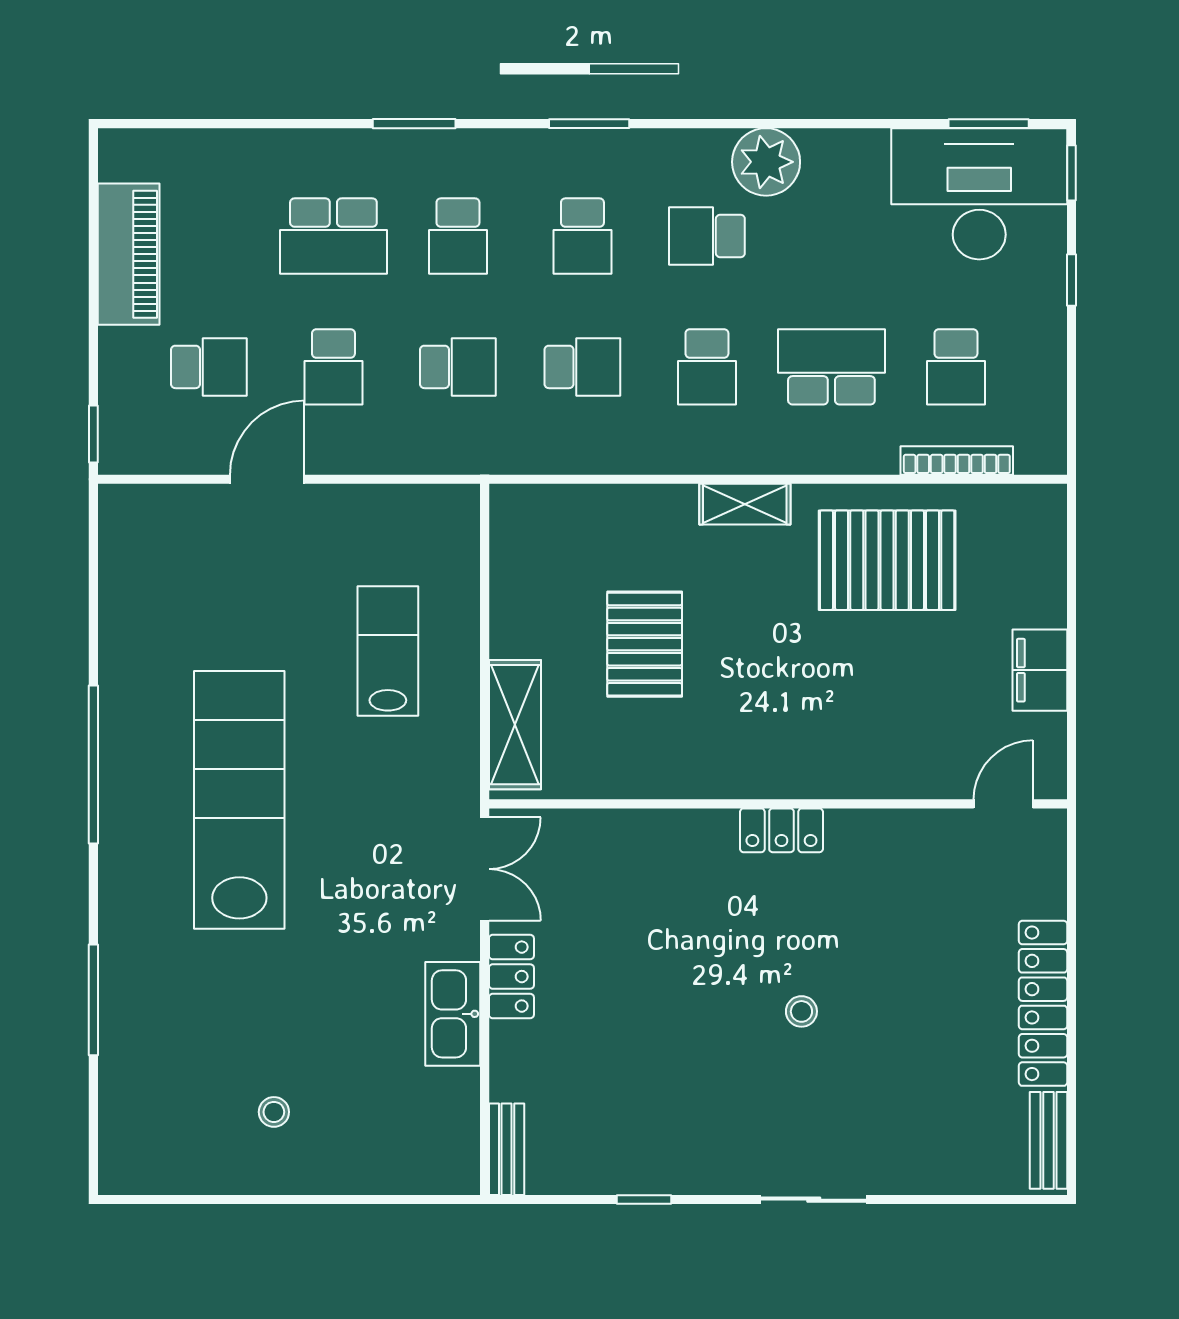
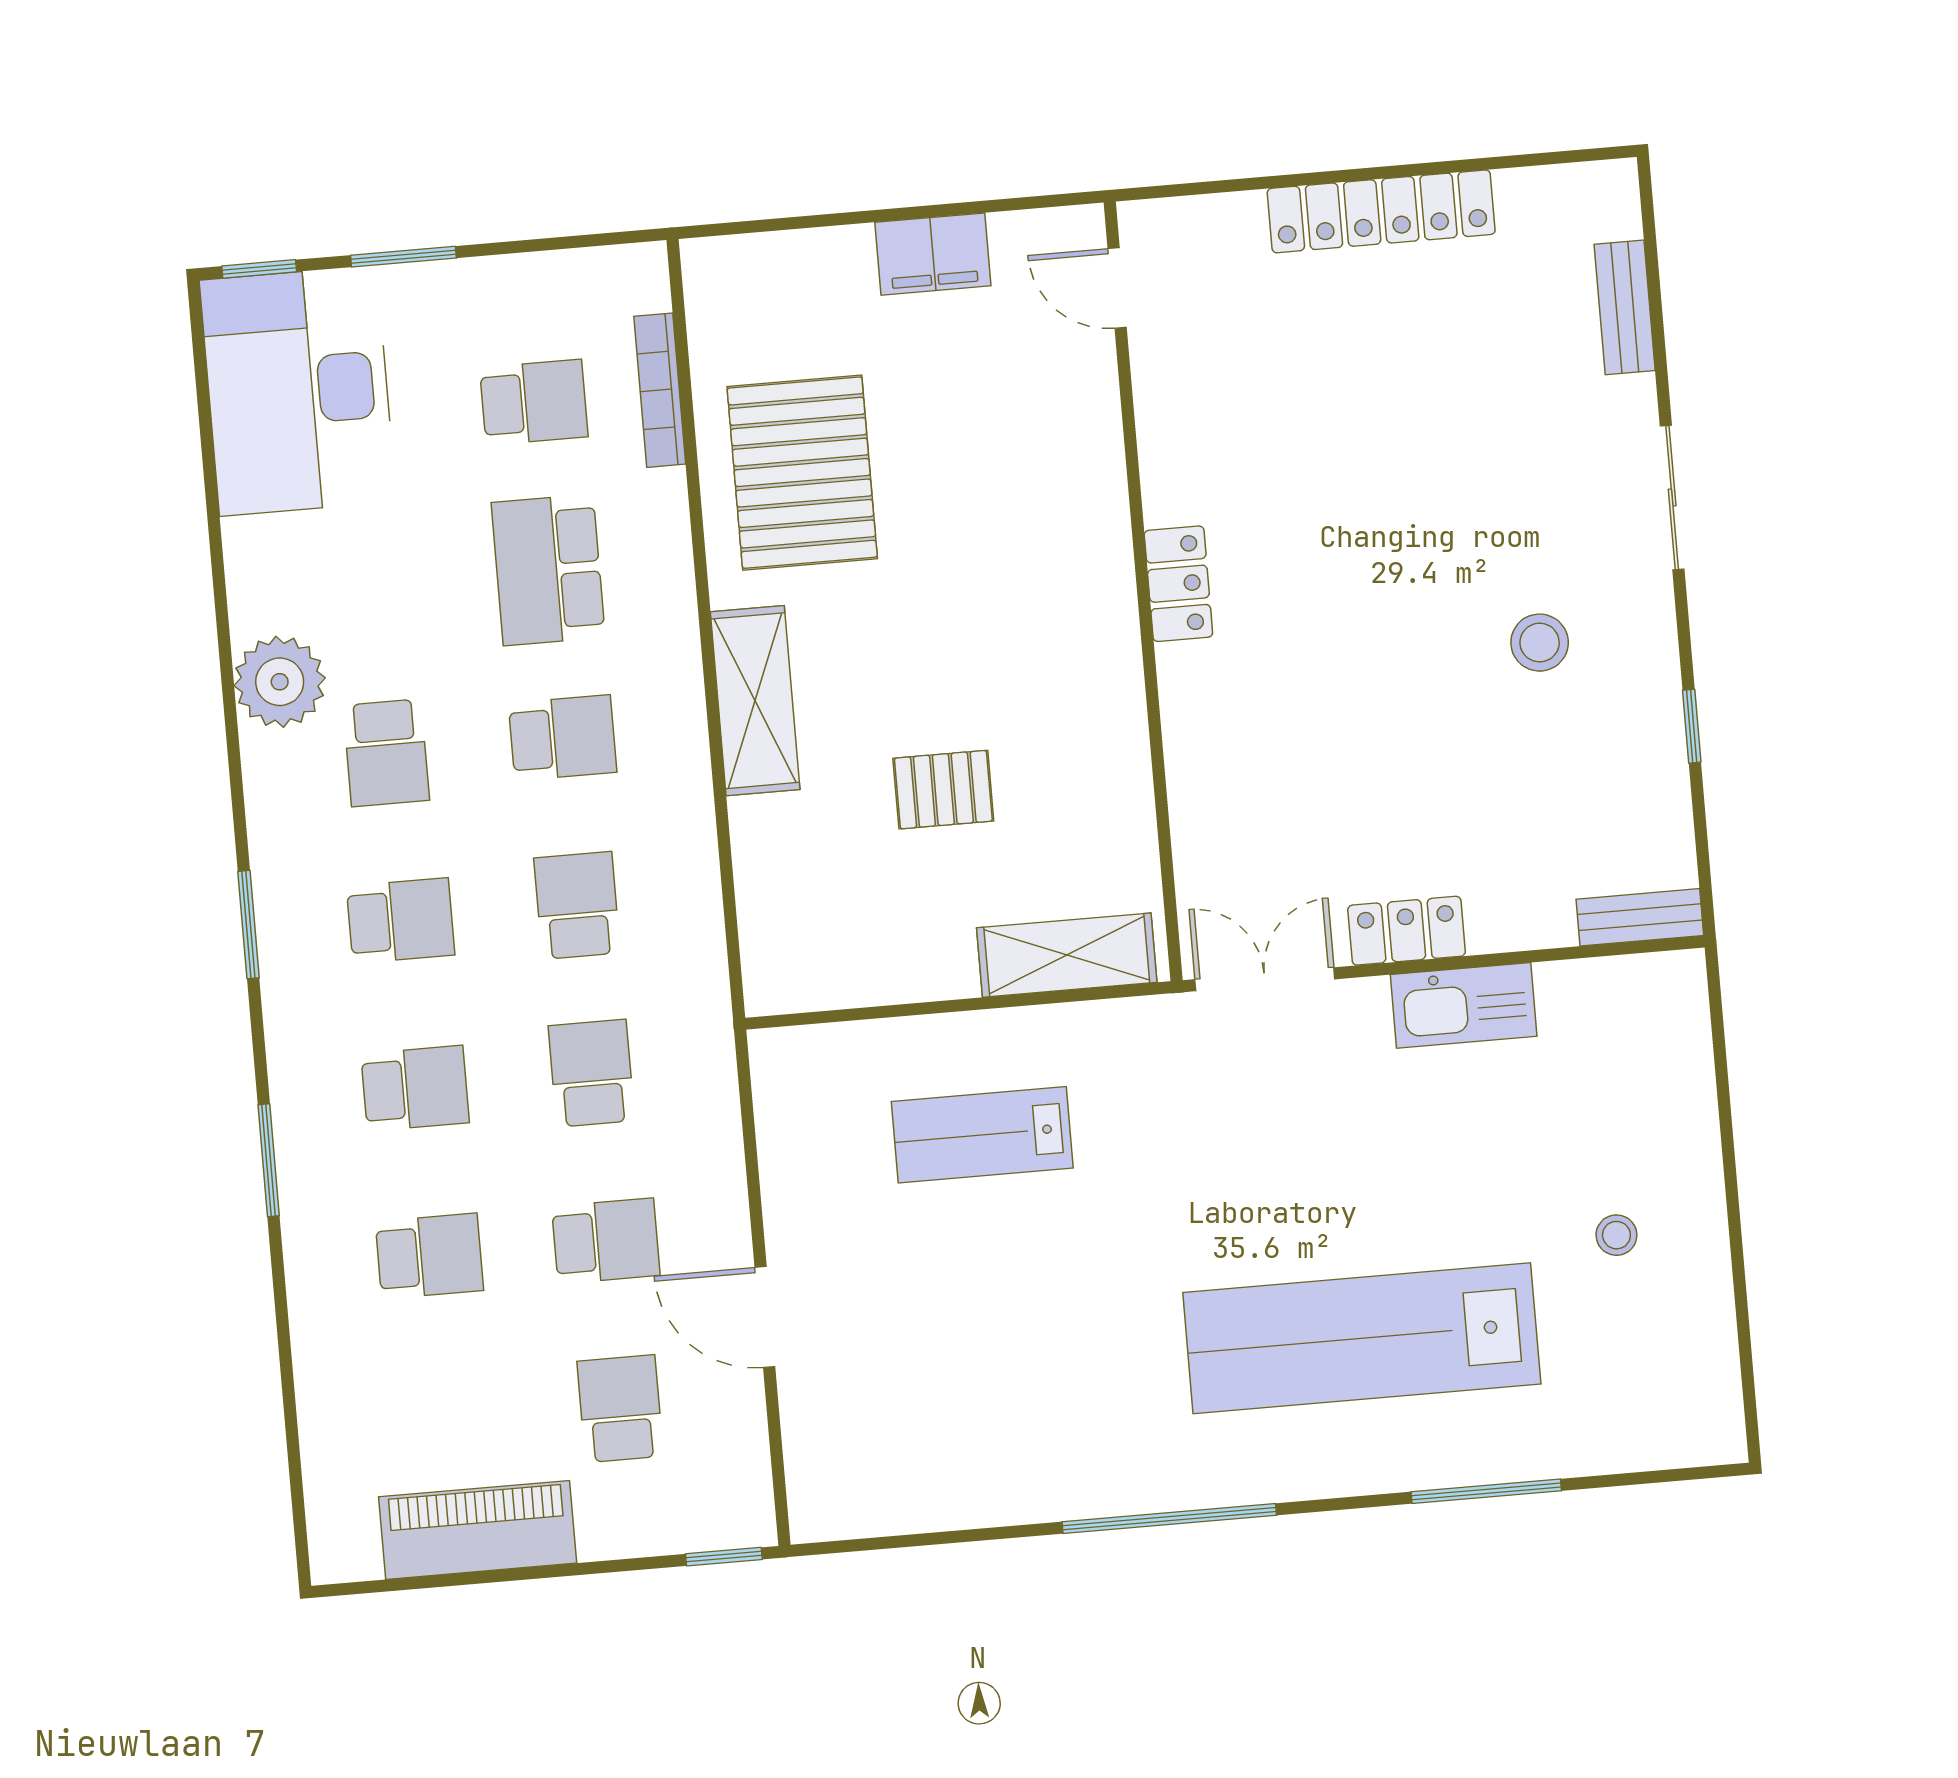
window: (989, 124) -> (202, 386), removed
school desk: (333, 236) -> (429, 1256), width x0.54
window: (1071, 280) -> (403, 257), width x1.50
shelving: (745, 504) -> (755, 701), width x1.50, depth x1.33
pallet: (645, 644) -> (943, 790), width x0.67, depth x0.71
lab bench: (239, 800) -> (1362, 1338), moved
stool: (801, 1011) -> (1540, 643), moved, width x1.37, depth x1.37
bench: (1049, 1140) -> (1625, 307), moved, turned 90

